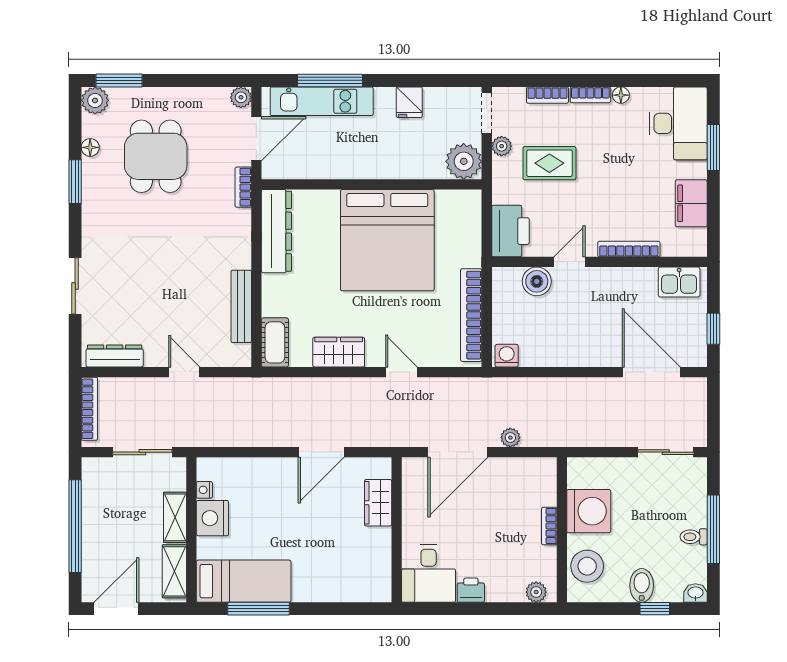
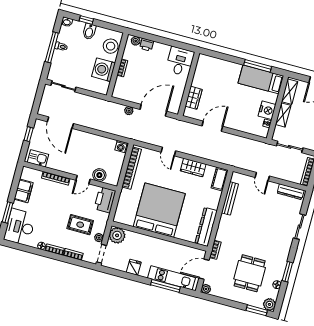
printer: (471, 590) -> (147, 45), moved

